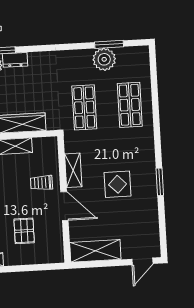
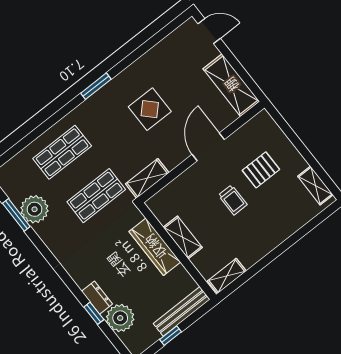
shelving: (73, 170) -> (147, 178), moved
window: (160, 182) -> (96, 86), moved
trolley: (41, 183) -> (233, 200), moved

